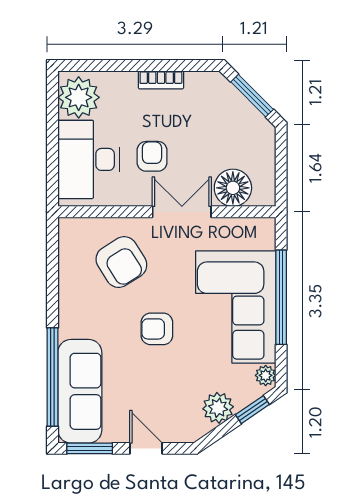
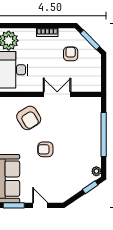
armchair: (152, 156) -> (71, 54), moved
floor lamp: (233, 188) -> (81, 83), removed
corner sofa: (236, 307) -> (82, 139), removed
plant: (218, 408) -> (74, 186), removed

